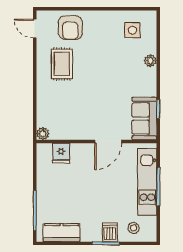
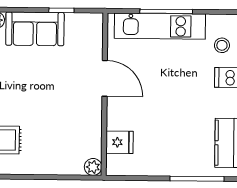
sofa: (144, 119) -> (35, 29), moved

